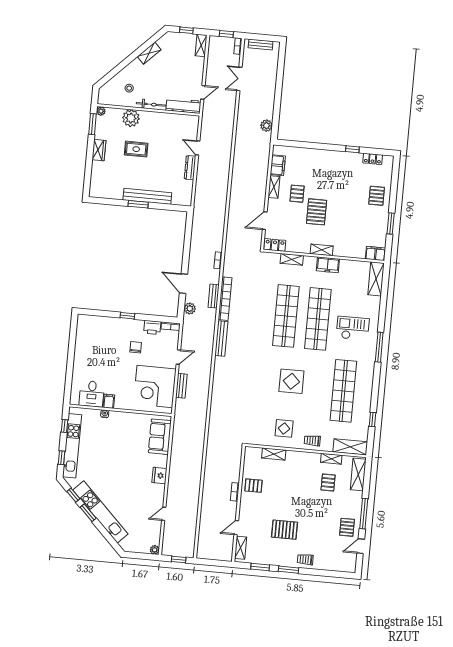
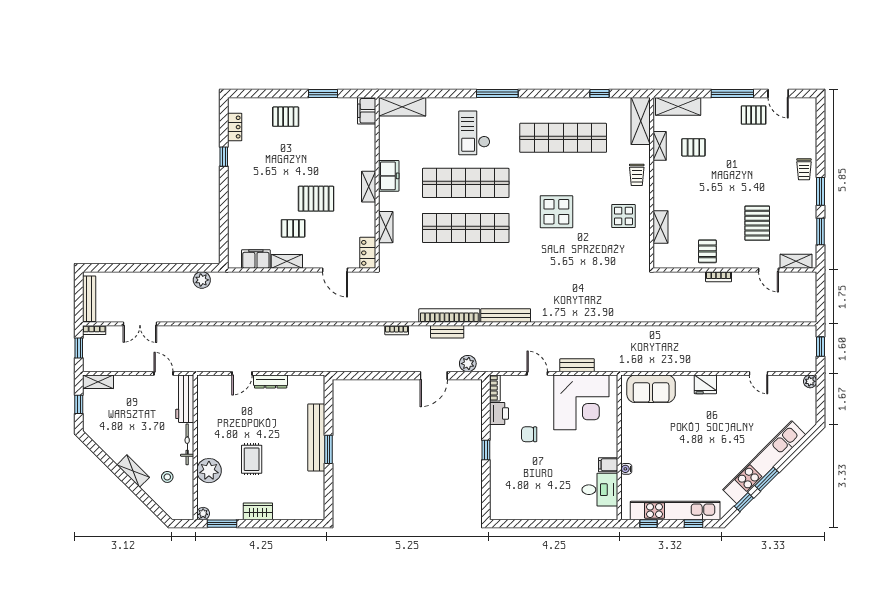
bench: (261, 45) -> (89, 299), width x1.36
shelving: (149, 53) -> (133, 471), moved
pallet: (285, 530) -> (757, 223), moved

